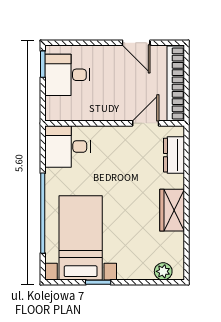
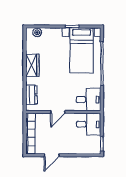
door: (136, 43) -> (52, 155), swing flipped
desk: (67, 75) -> (89, 124), moved
door: (146, 123) -> (58, 112), moved

